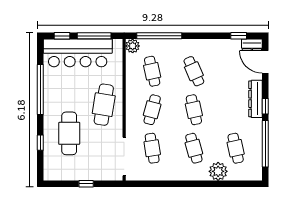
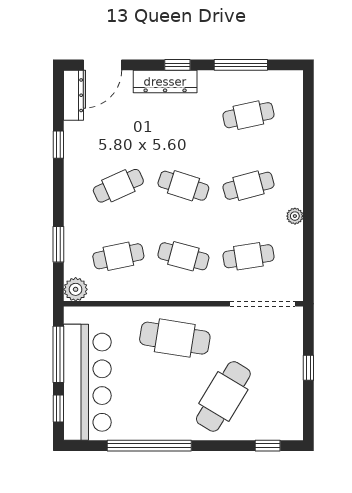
window: (159, 36) -> (58, 244), width x0.47
window: (239, 36) -> (58, 145), moved
dresser: (252, 45) -> (73, 95), width x1.44
cafe table: (194, 110) -> (183, 186), turned 30
cafe table: (69, 133) -> (223, 396), turned -59
window: (40, 143) -> (268, 446), moved
window: (265, 144) -> (241, 65), width x0.68
plant: (218, 171) -> (295, 216), moved, width x0.53, depth x0.53

